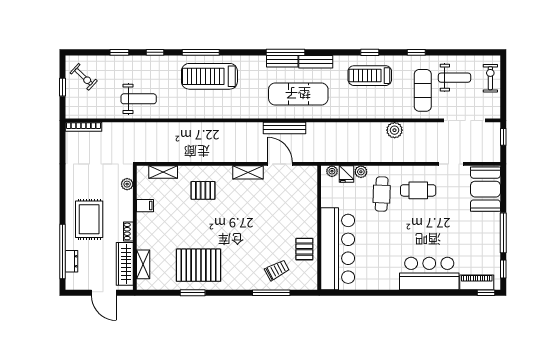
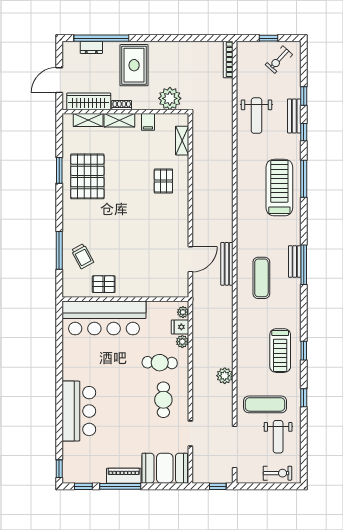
bench: (316, 62) -> (294, 116), moved
treadmill: (370, 76) -> (280, 351), turned 180
exercise mat: (298, 94) -> (261, 278), width x0.73, depth x0.69
shelving: (248, 172) -> (119, 120), moved, turned 90
plant: (127, 184) -> (170, 98), width x1.87, depth x1.87
rug: (89, 219) -> (134, 65), turned 90
piano: (477, 282) -> (124, 476), moved, turned -90

